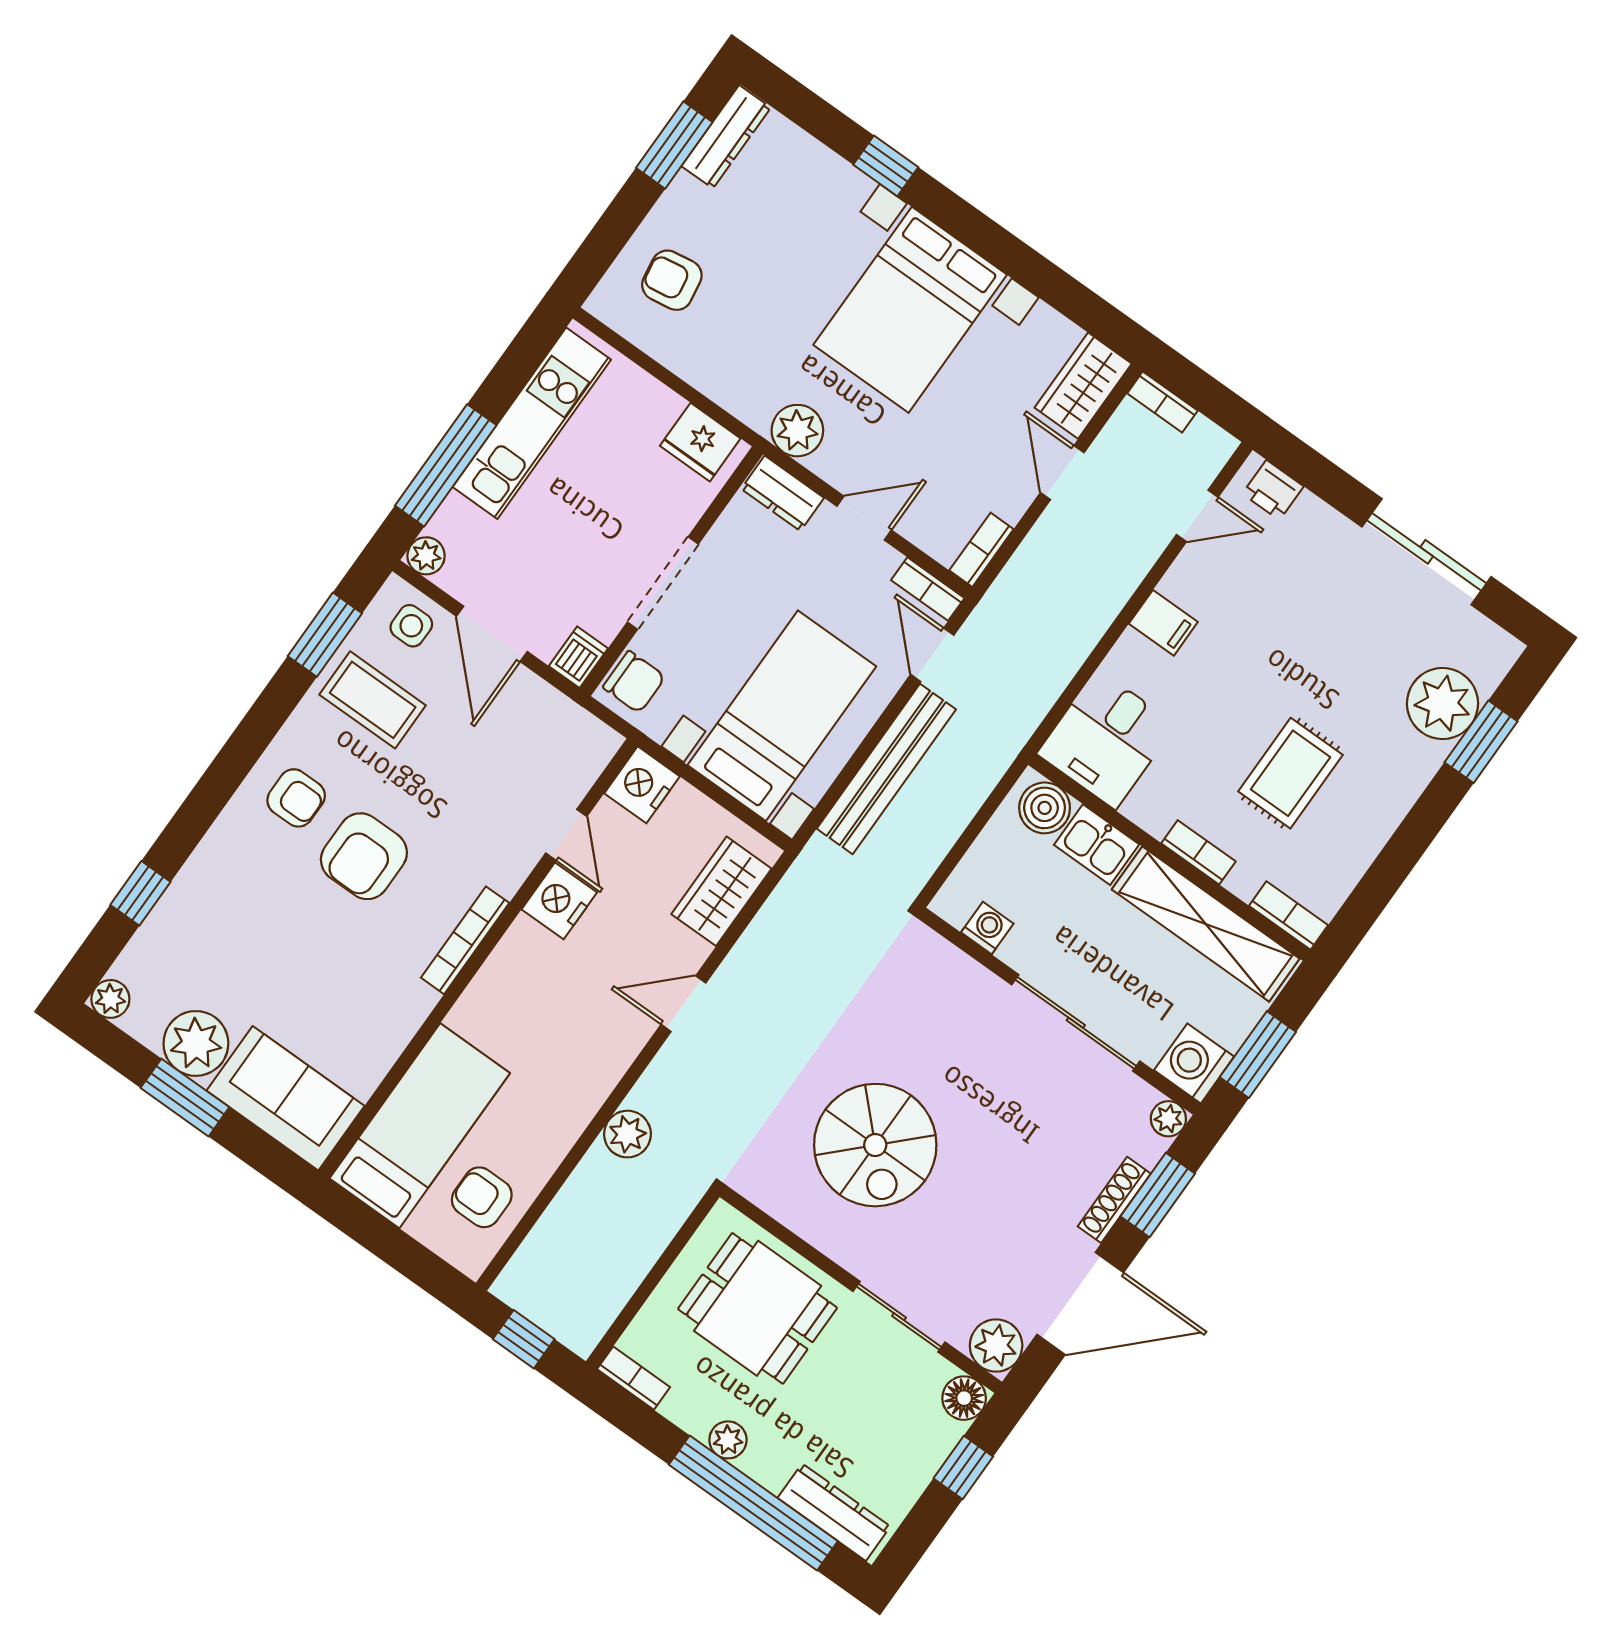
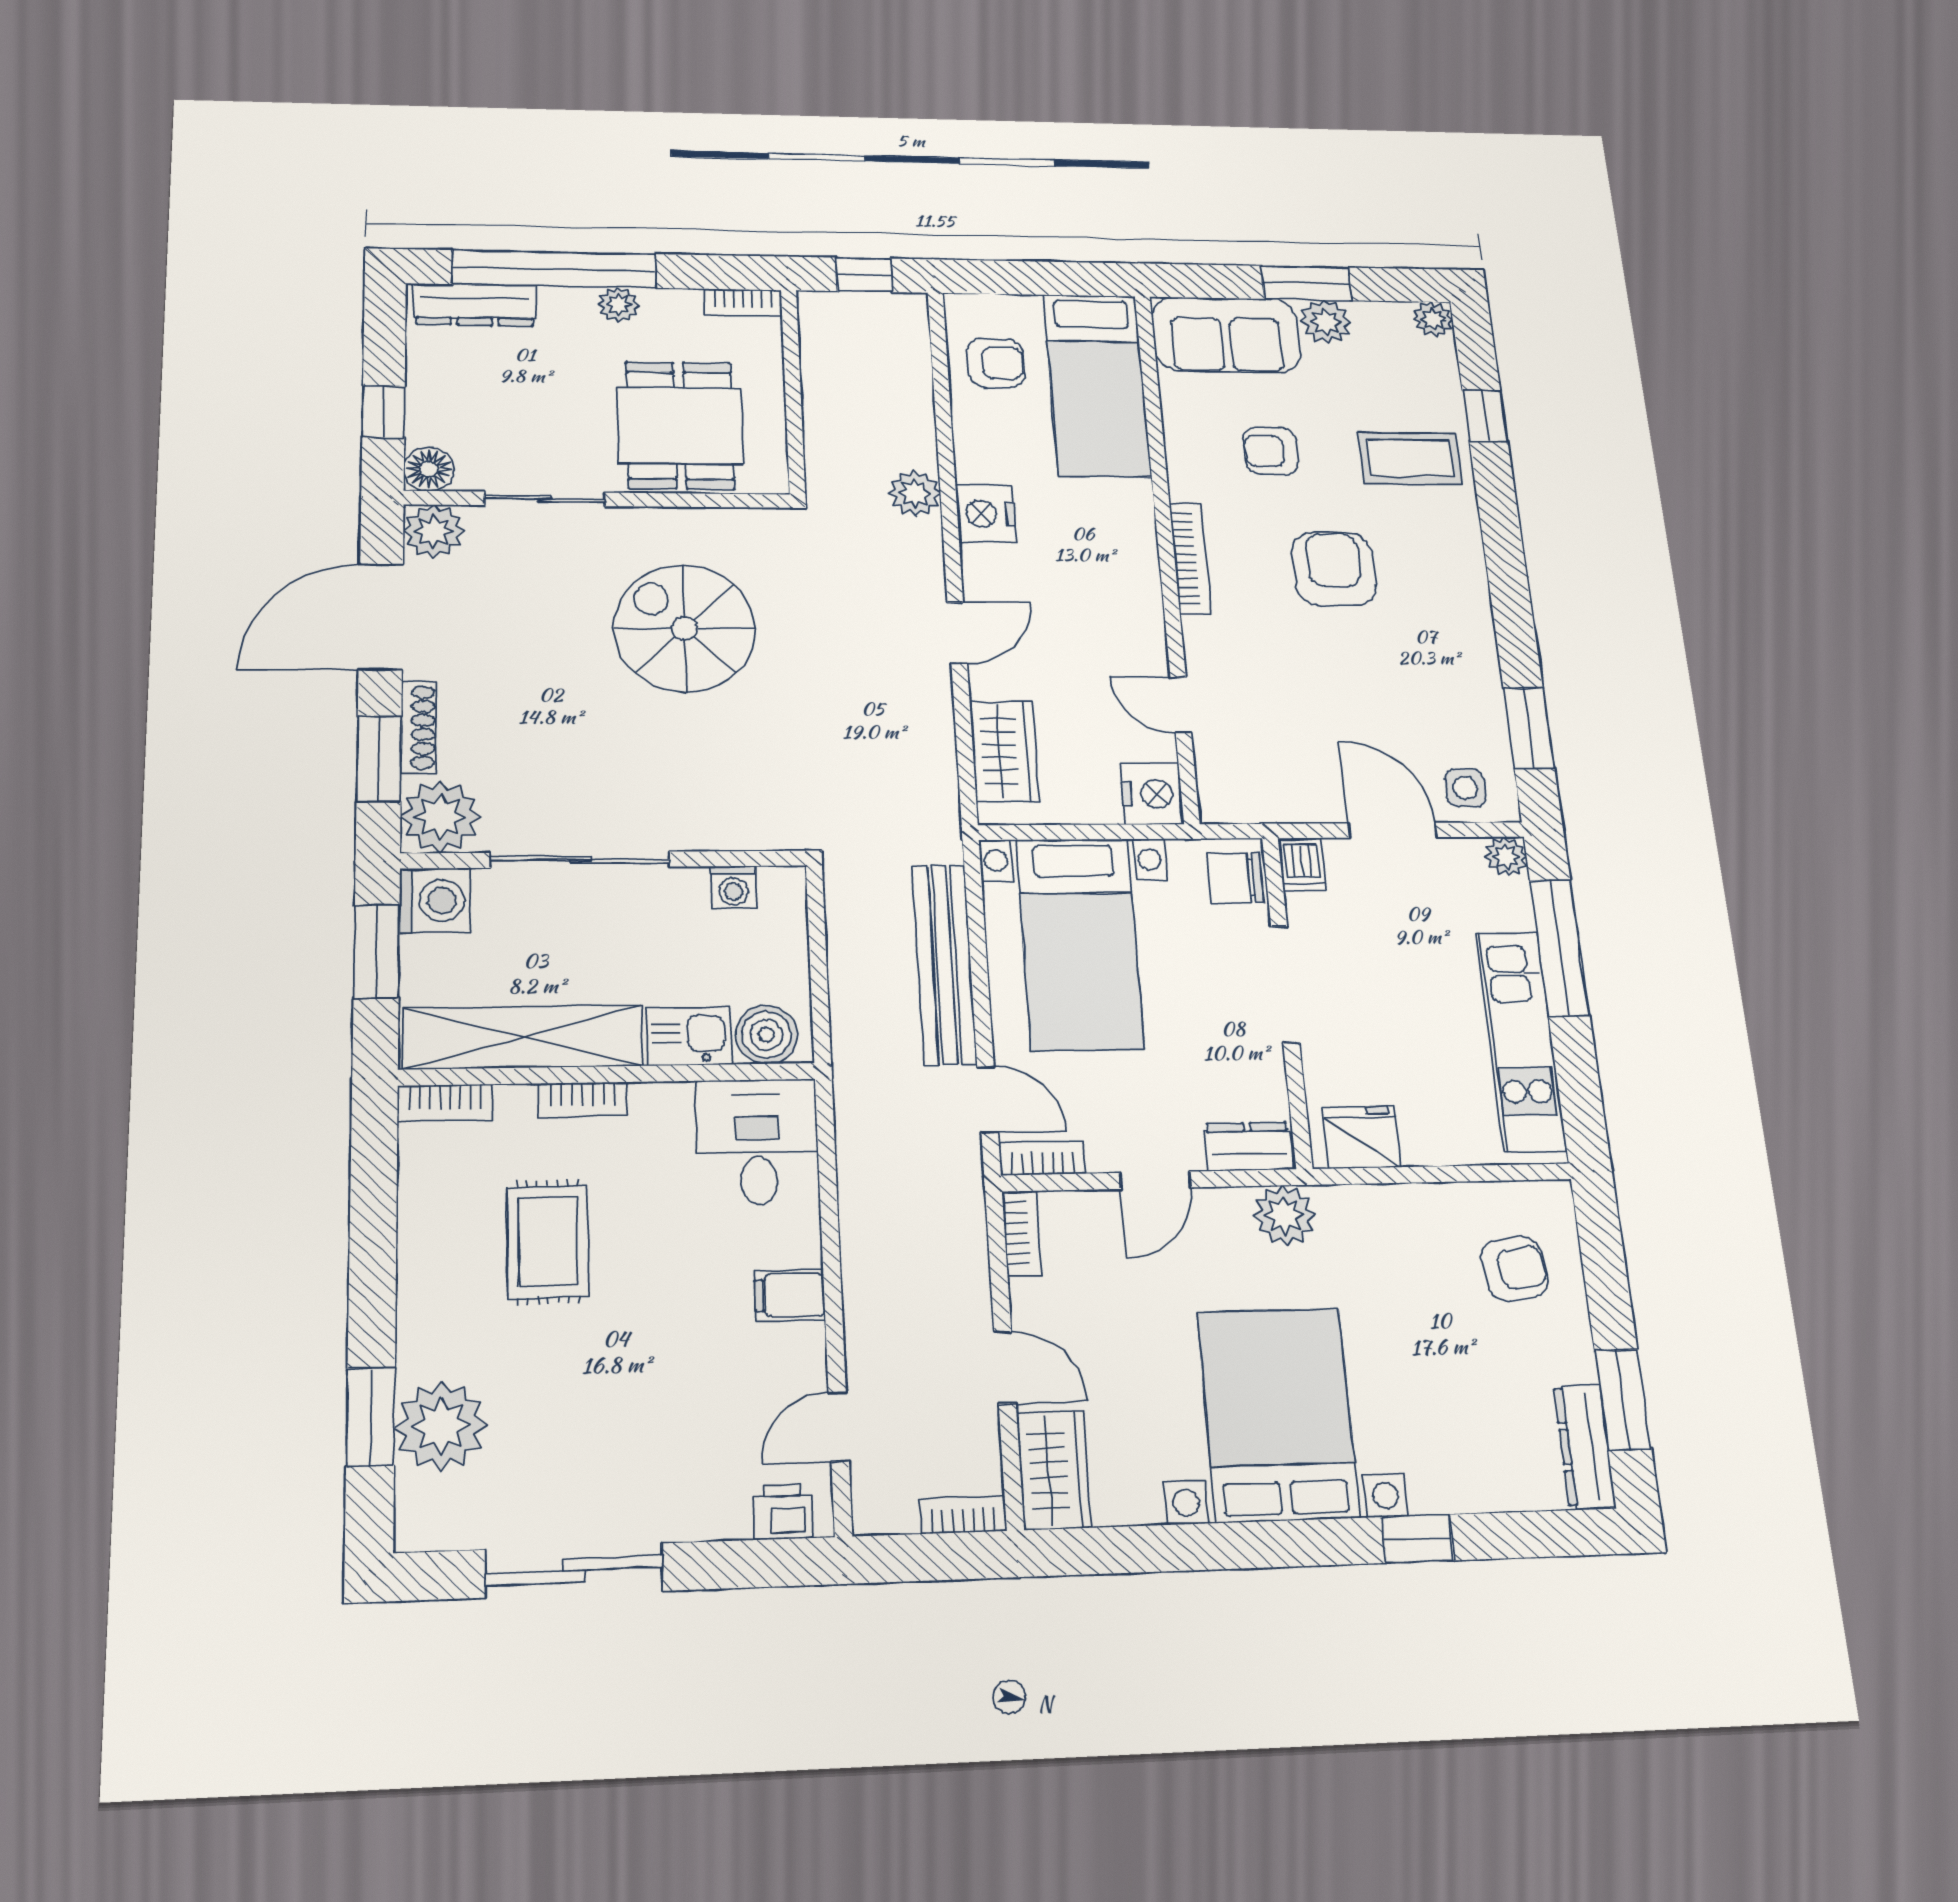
coffee table: (373, 700) -> (1410, 458), moved
armchair: (296, 798) -> (1271, 451), moved
nightstand: (559, 901) -> (986, 514), moved, turned 180
plant: (196, 1043) -> (1326, 322), width x0.73, depth x0.73
plant: (1168, 1119) -> (440, 817), width x1.88, depth x1.88
dining table: (758, 1308) -> (680, 426), turned 90

